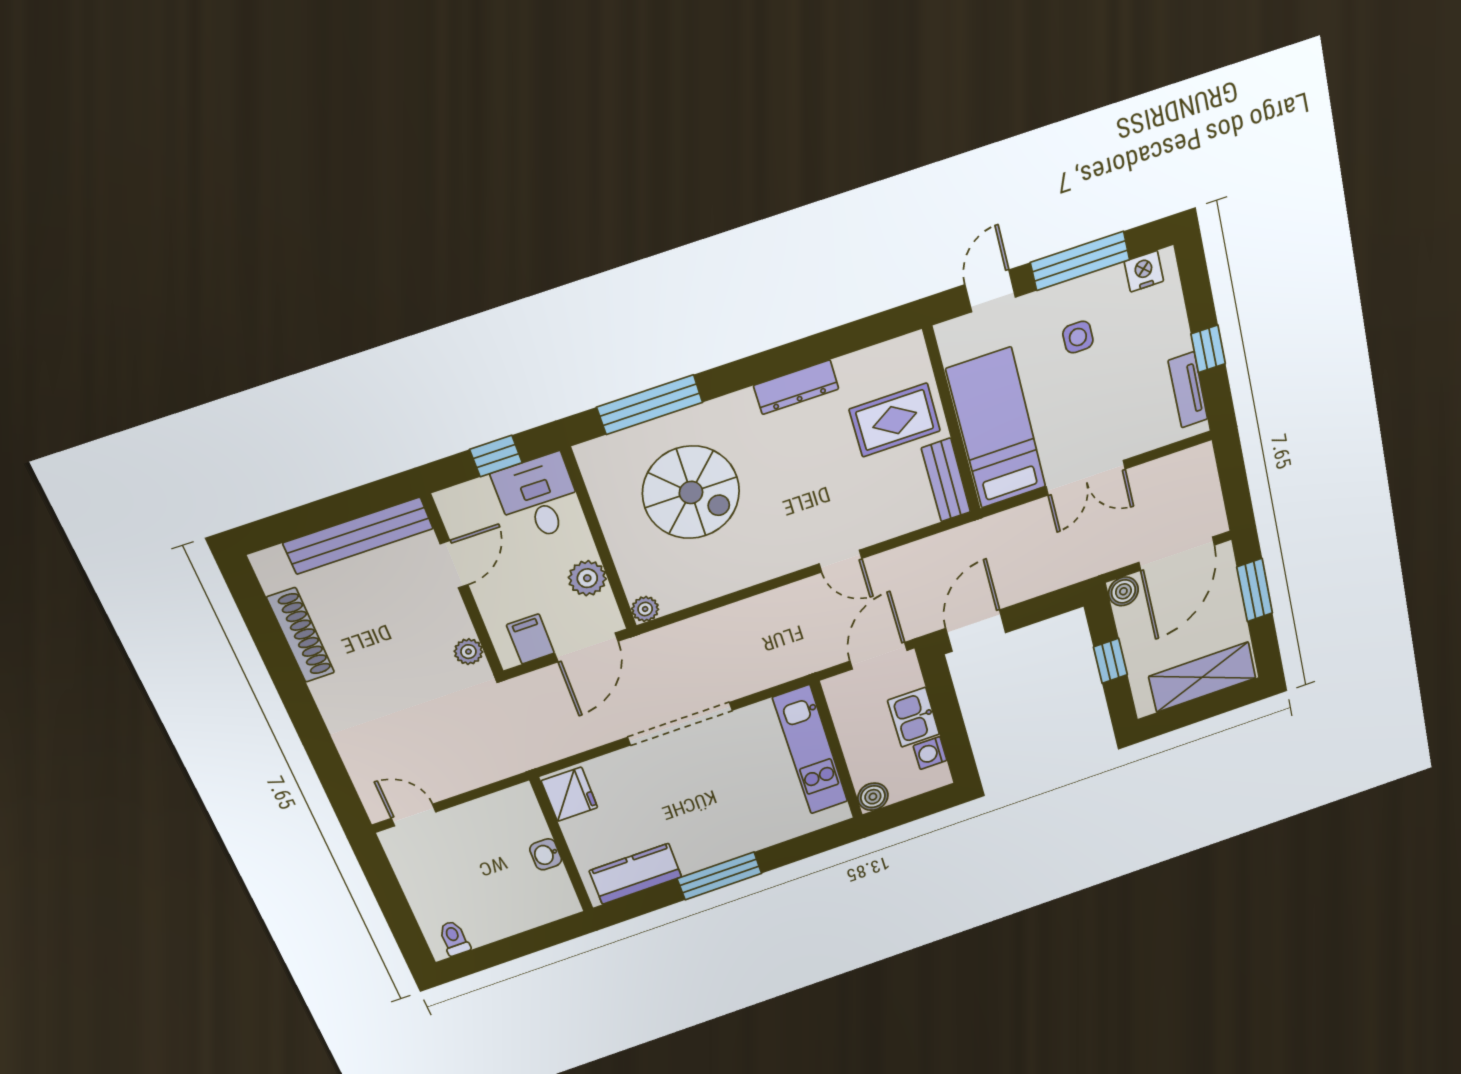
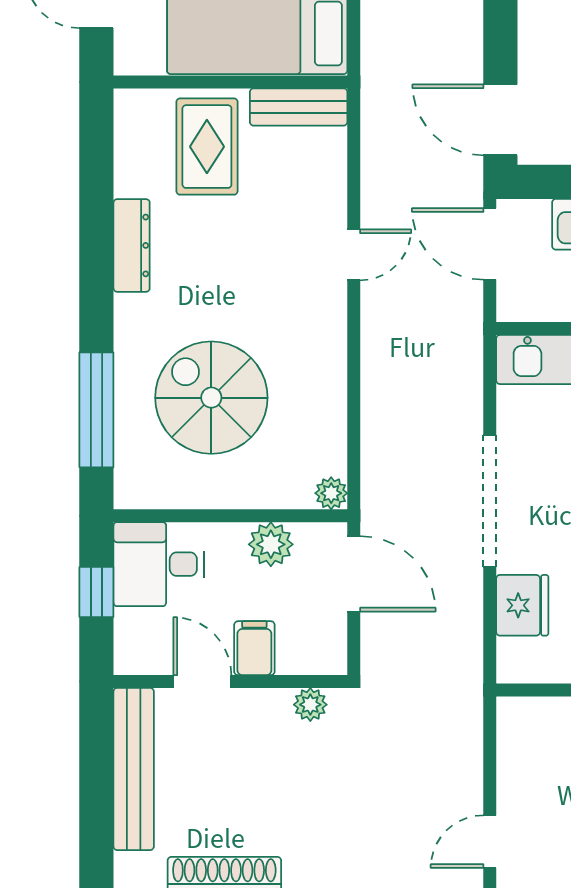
spiral stairs: (691, 492) -> (211, 398), turned -90
filing cabinet: (530, 639) -> (254, 648), moved, turned 90
fridge: (569, 794) -> (522, 605), moved, turned 90

